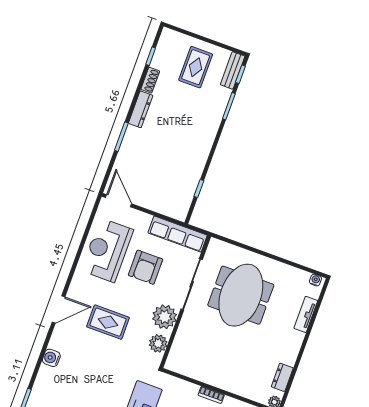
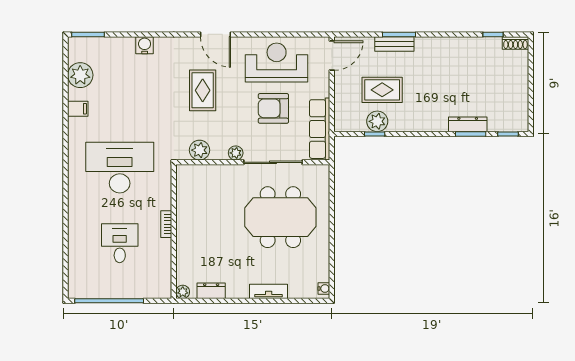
rug: (196, 67) -> (382, 90), moved
bench: (233, 70) -> (394, 44), moved
shoe rack: (150, 80) -> (515, 43), moved
dresser: (141, 109) -> (468, 124), moved, turned 180
plant: (189, 182) -> (377, 121), added
door: (58, 309) -> (215, 34), moved
tv unit: (306, 314) -> (269, 291), moved
plant: (165, 317) -> (236, 153), width x0.53, depth x0.53

